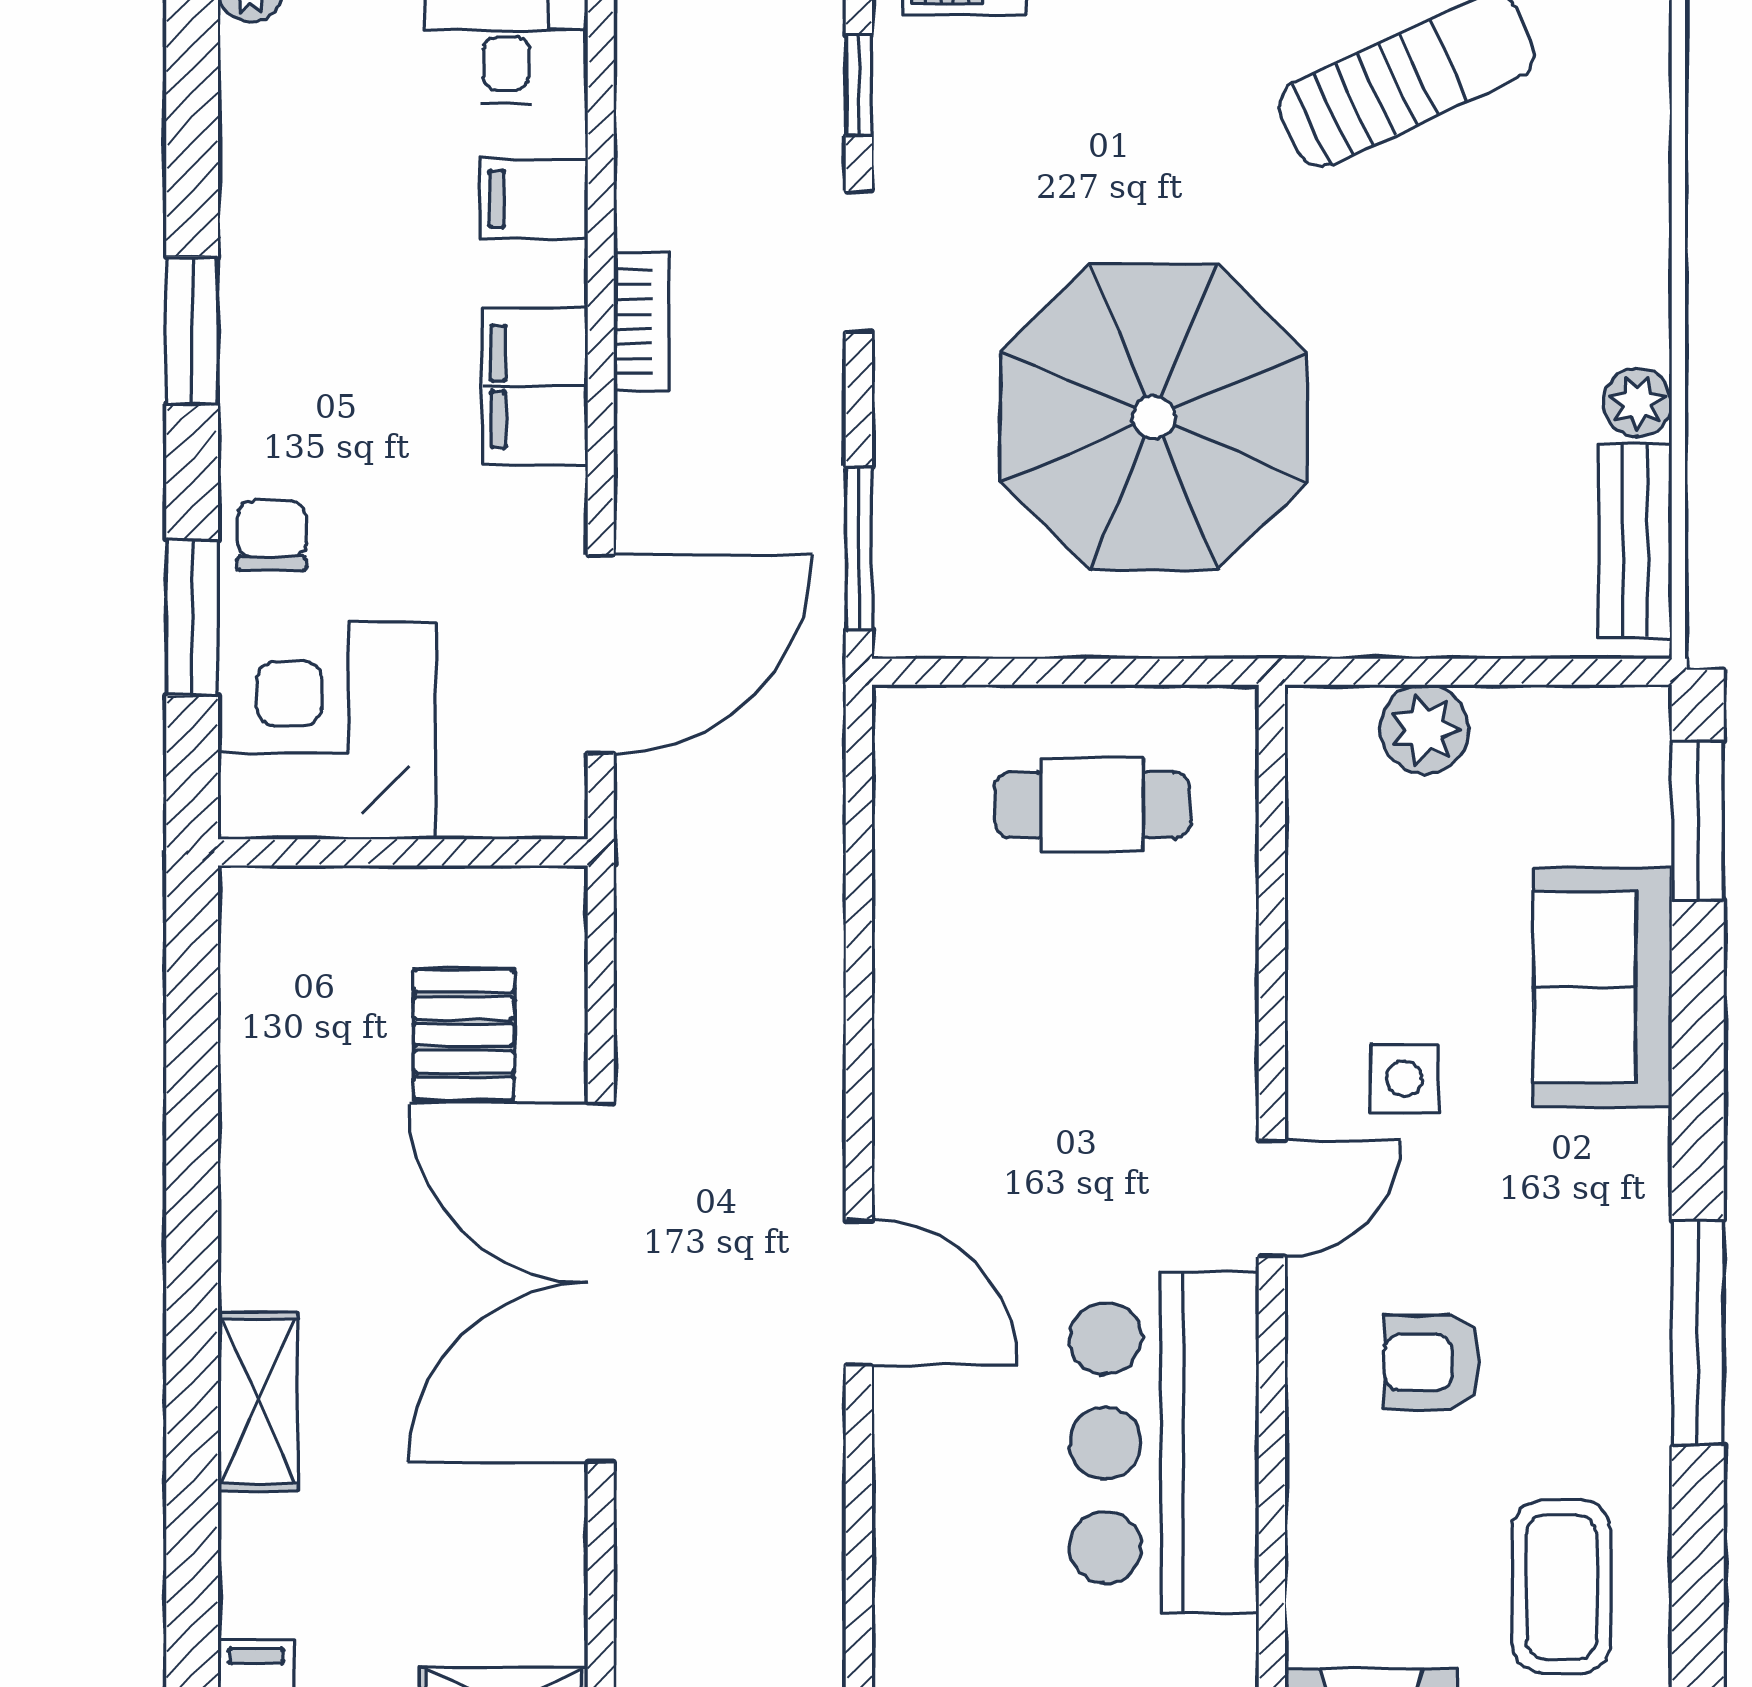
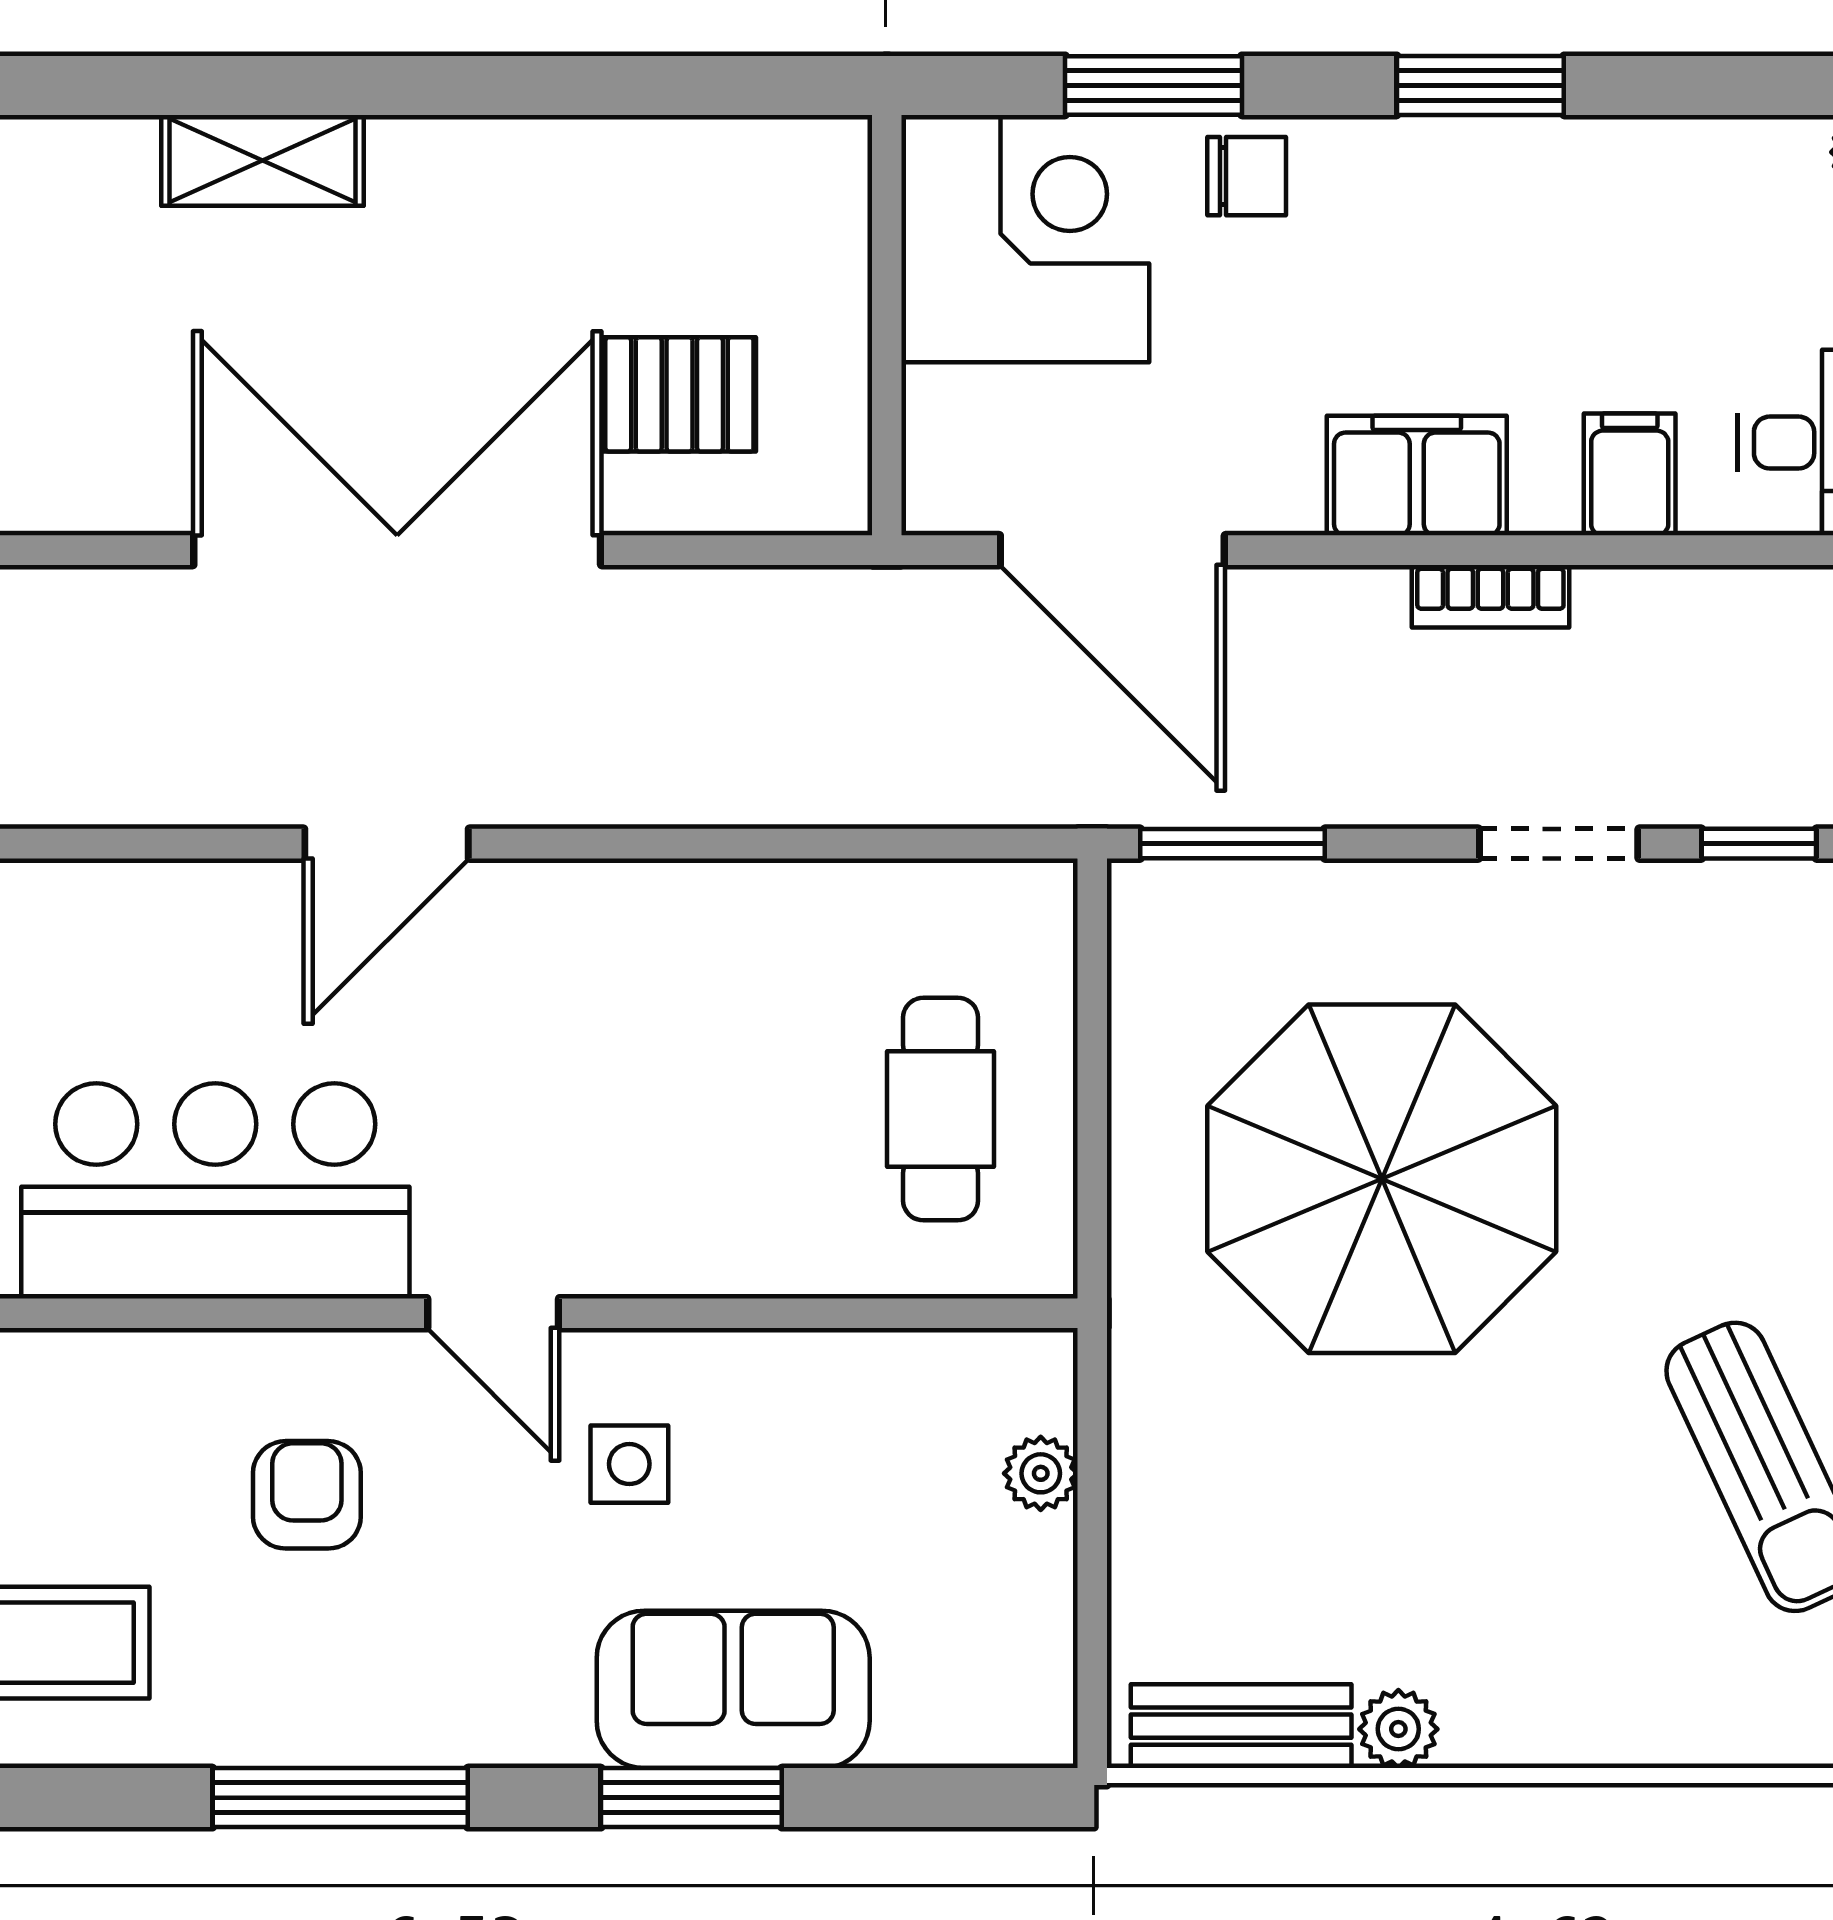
plant: (1425, 729) -> (1041, 1473), width x0.73, depth x0.73
window: (1698, 821) -> (691, 1798), moved

